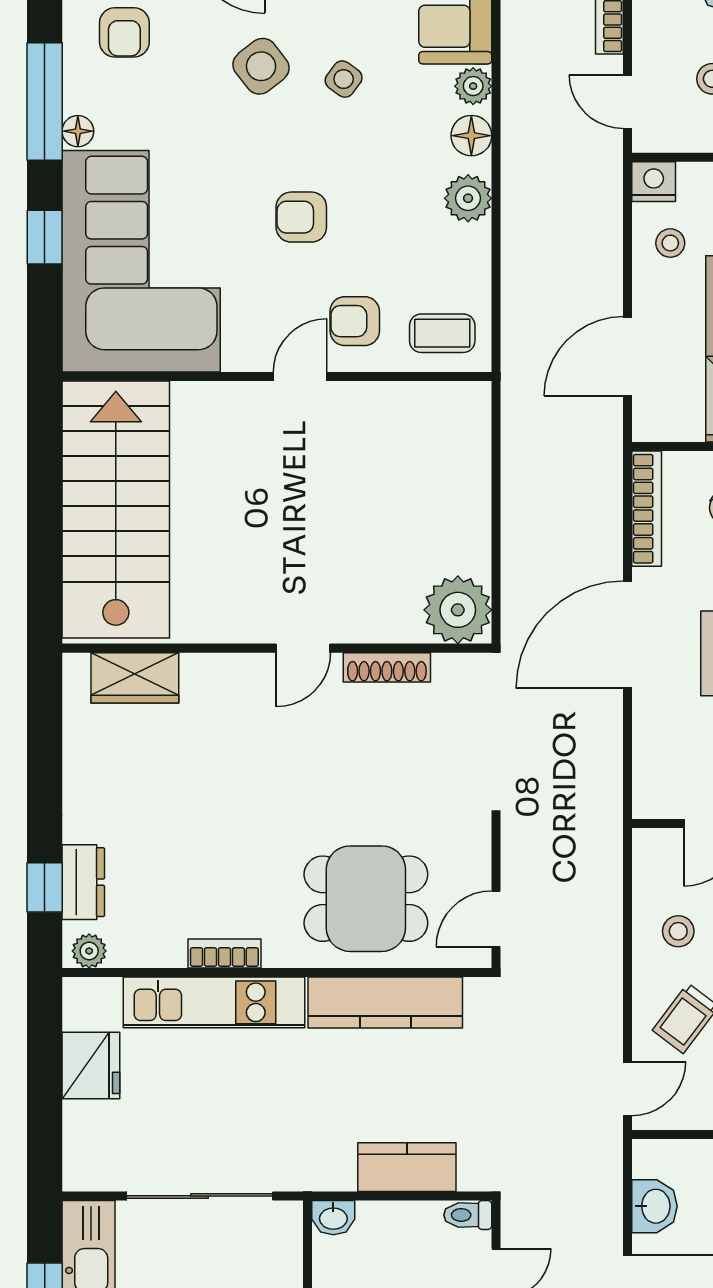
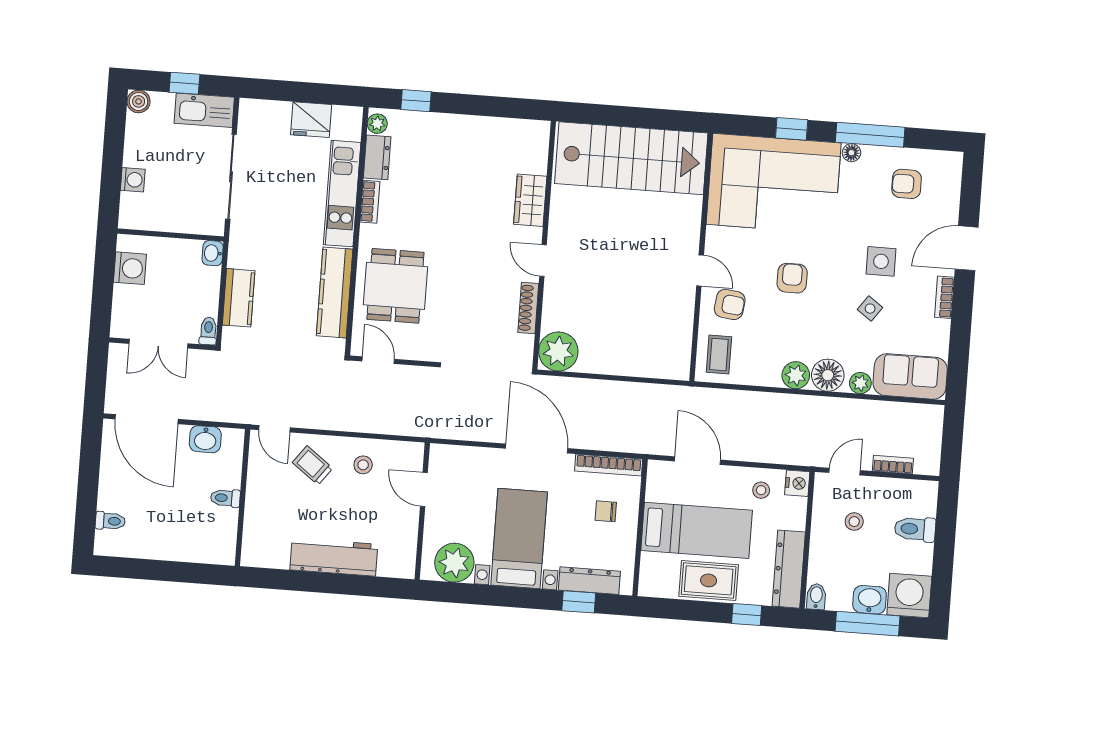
side table: (261, 66) -> (881, 261), turned 38
floor lamp: (471, 136) -> (828, 375), width x1.38, depth x1.38
armchair: (355, 321) -> (730, 304), turned 97
wardrobe: (135, 678) -> (530, 200), moved
dresser: (83, 882) -> (377, 157), moved, turned -90

